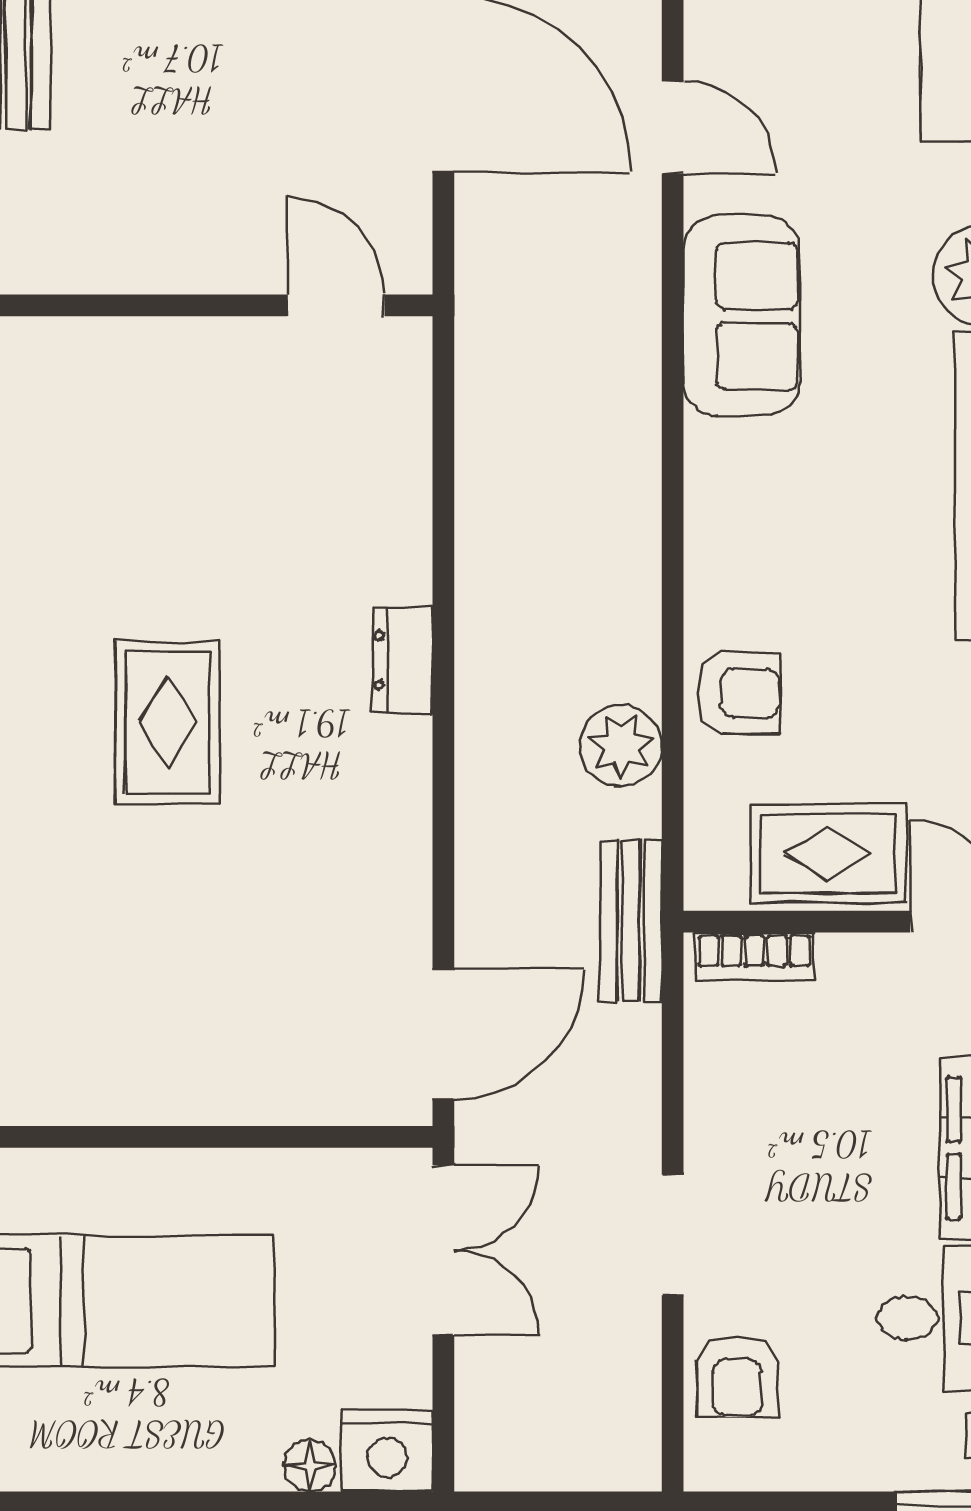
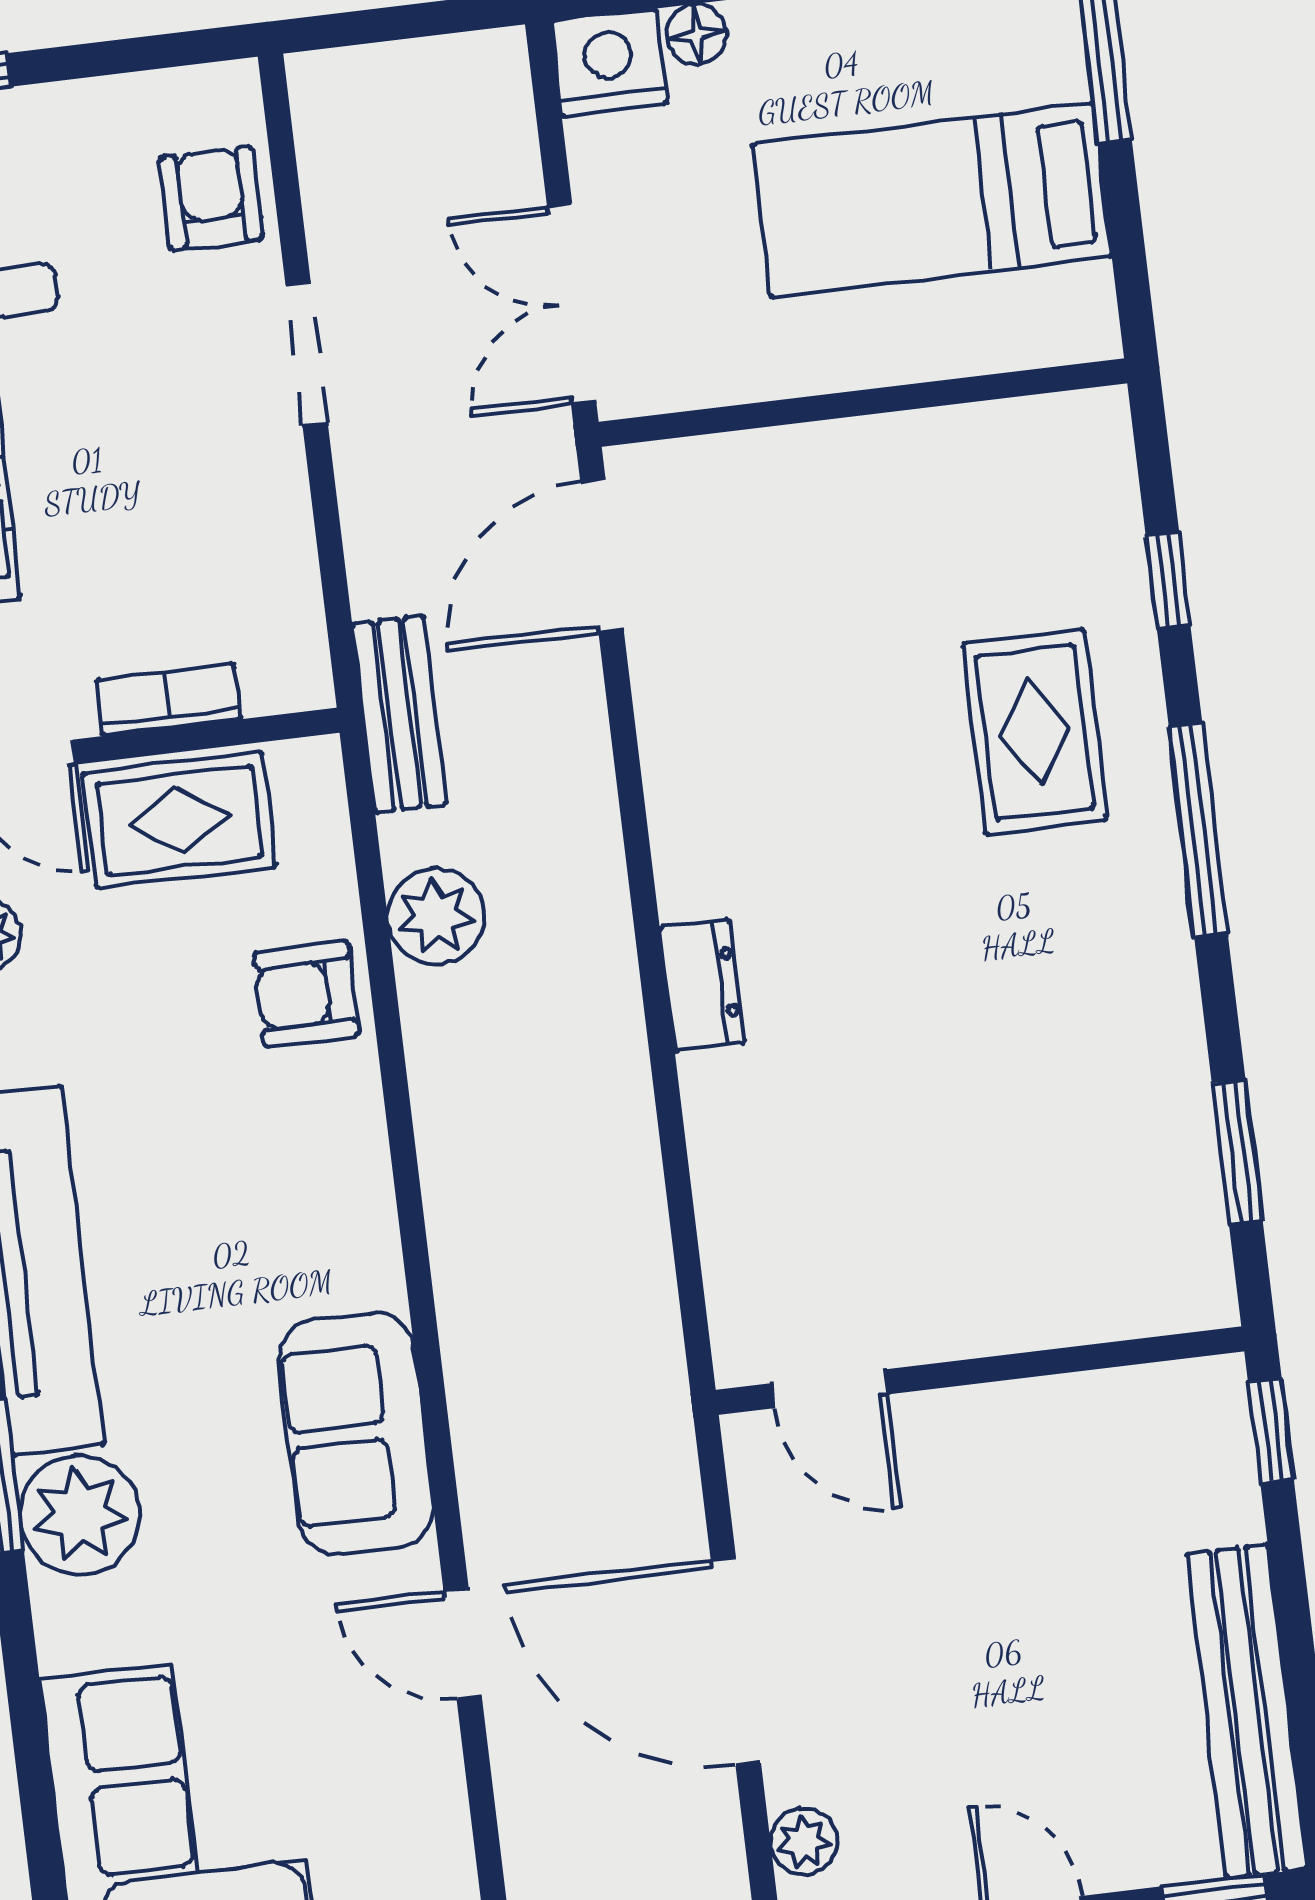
rug: (168, 722) -> (1035, 732), moved
bookcase: (754, 956) -> (168, 700), moved

